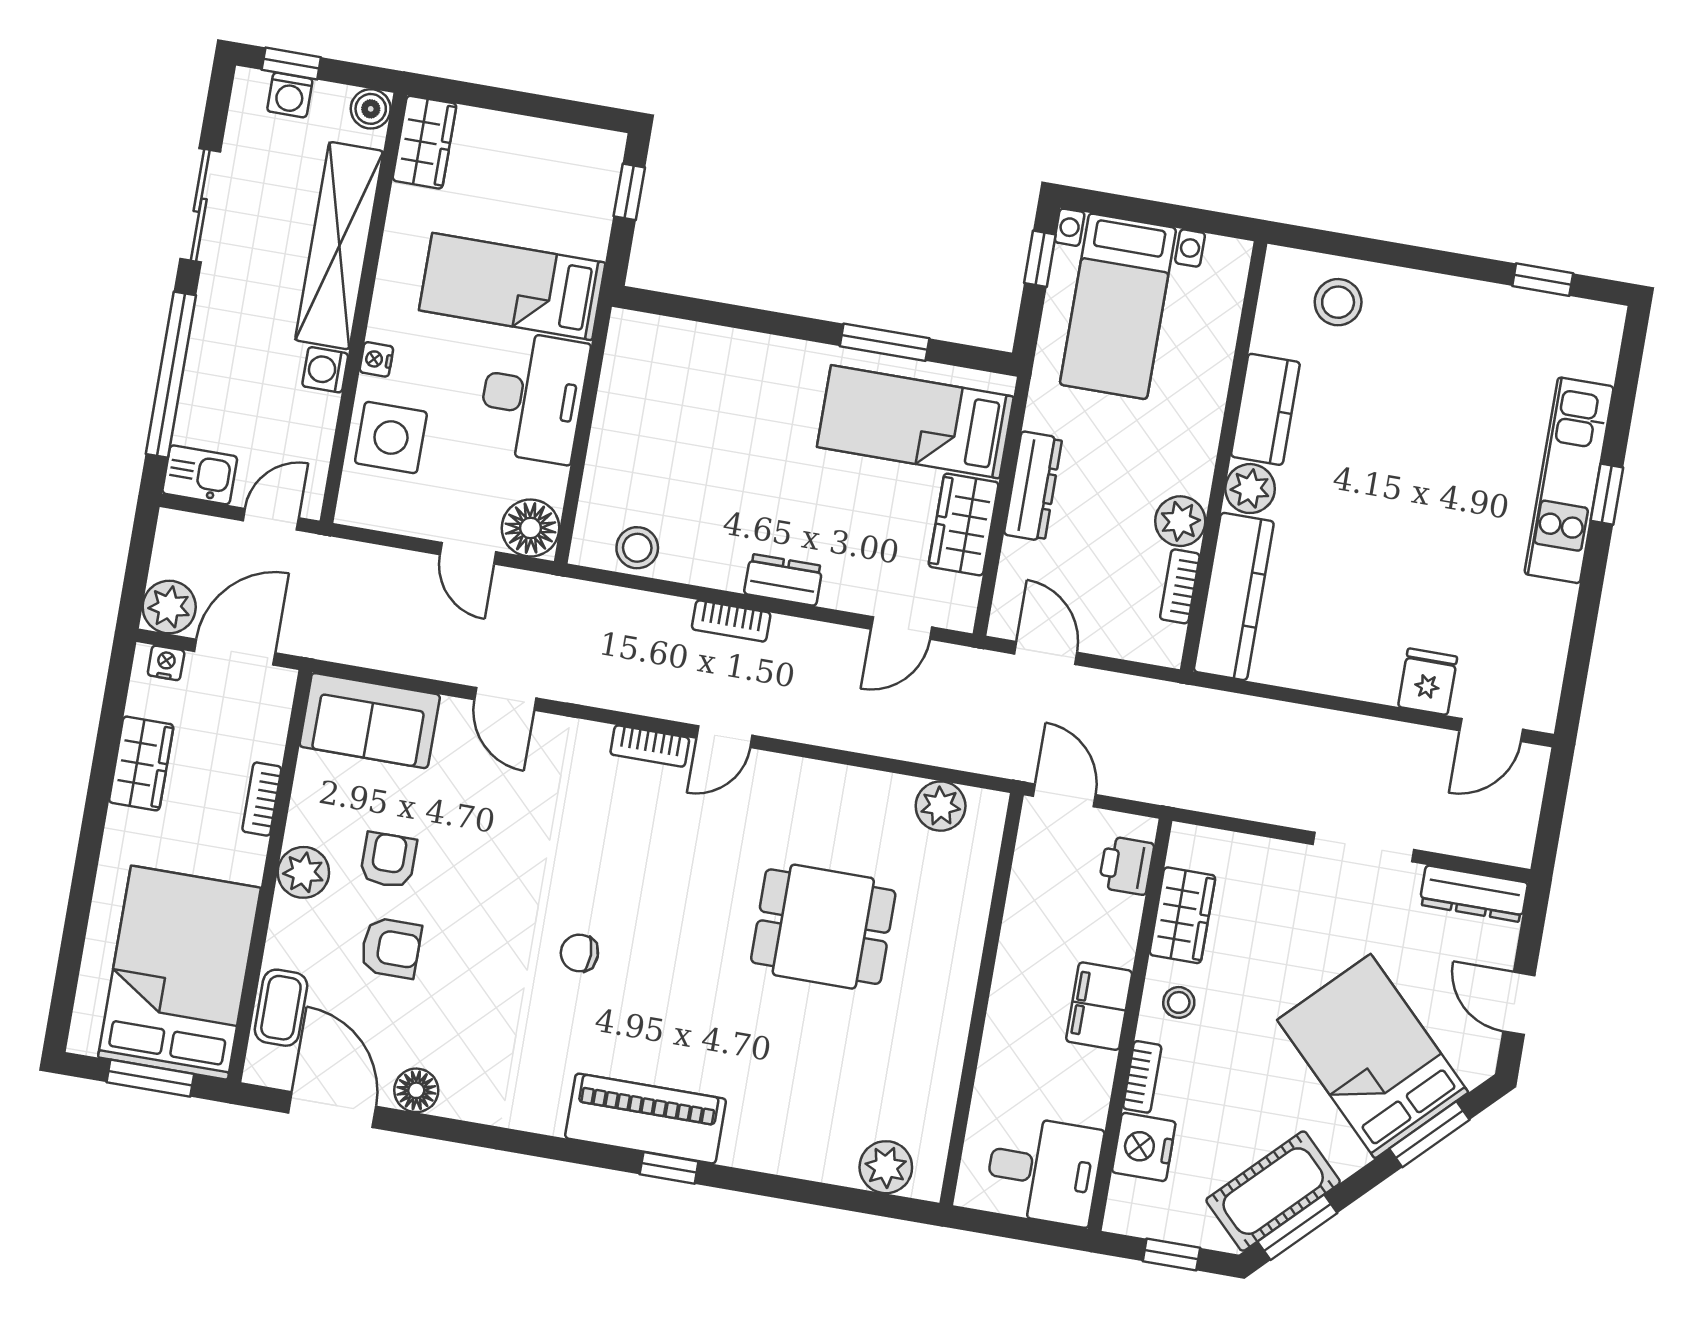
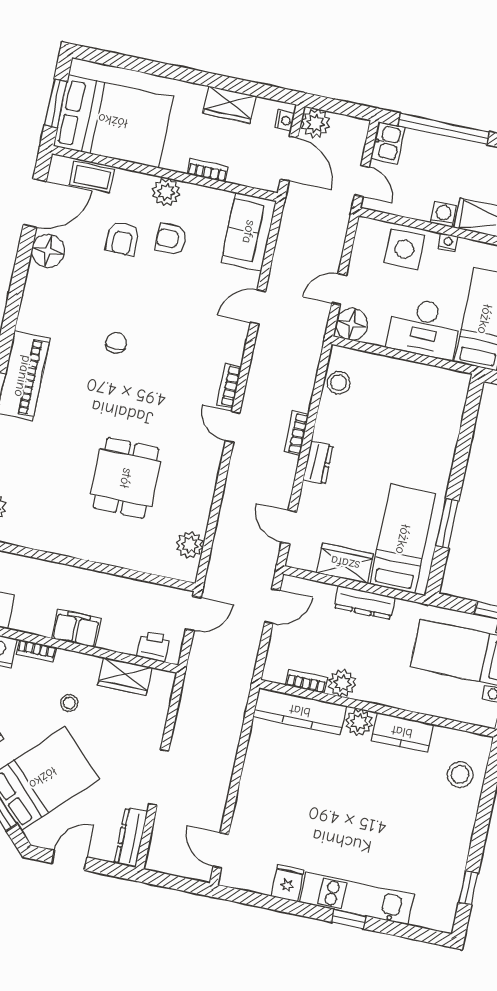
fridge: (1428, 682) -> (288, 883), moved, turned -90
armchair: (388, 860) -> (171, 239), turned 180
stool: (1179, 1002) -> (69, 703), moved
floor lamp: (416, 1090) -> (48, 251), width x1.38, depth x1.38

